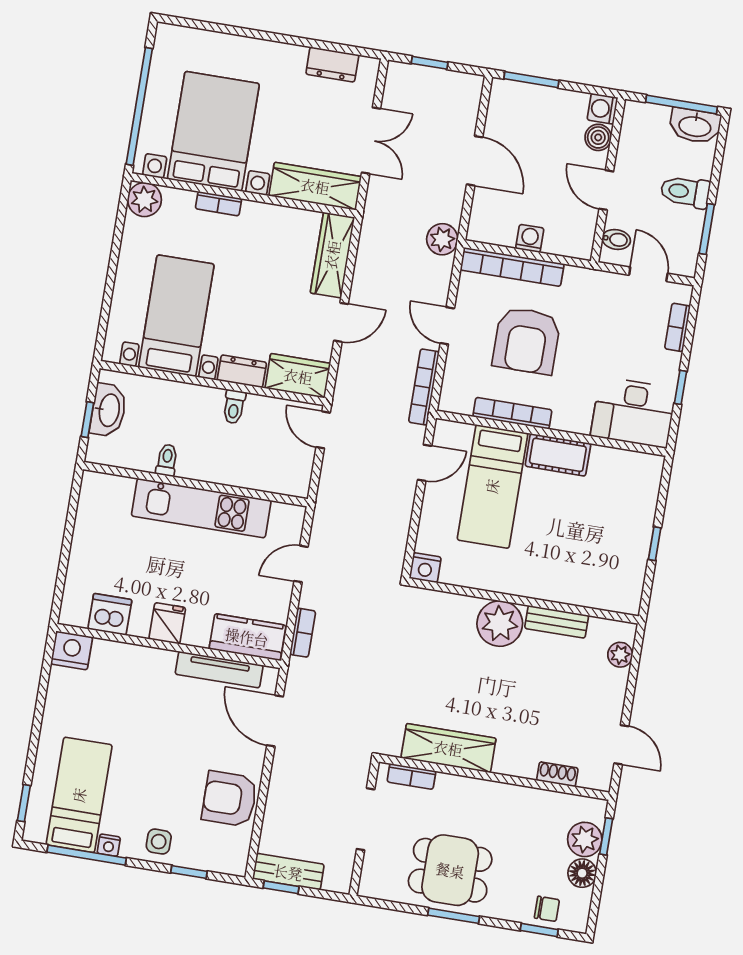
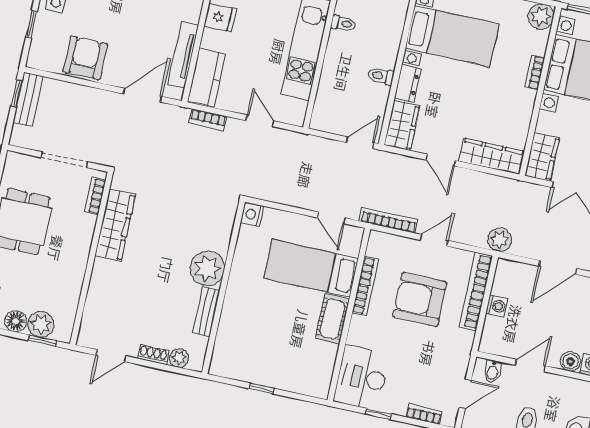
wardrobe: (315, 186) -> (542, 157), width x0.67
shoe rack: (557, 774) -> (153, 355), moved, turned -90

